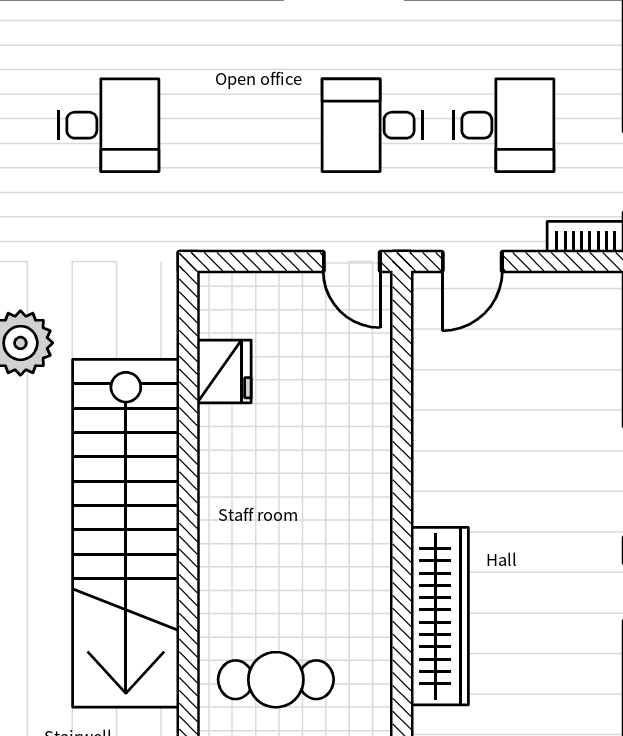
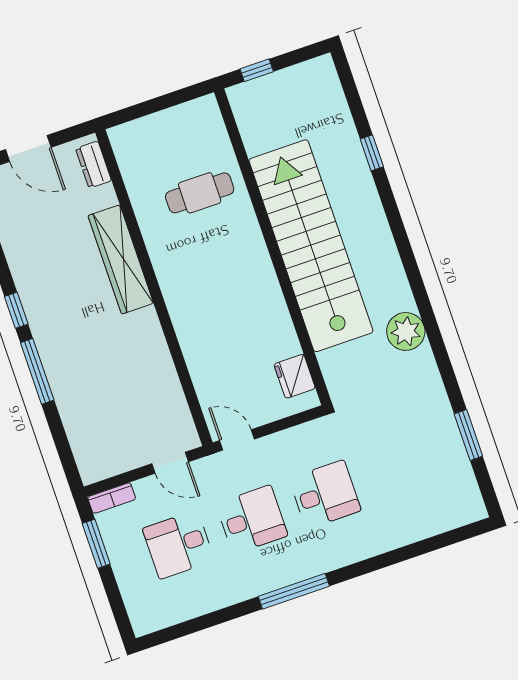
desk: (109, 125) -> (325, 494), moved, turned 180
door: (472, 262) -> (170, 463), swing flipped
fridge: (224, 371) -> (295, 376), moved

